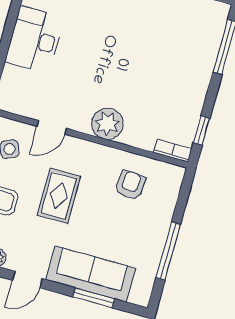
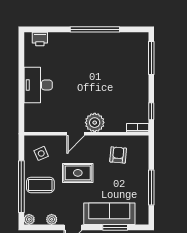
door: (52, 127) -> (76, 134), moved
rug: (59, 196) -> (78, 173), turned 90

